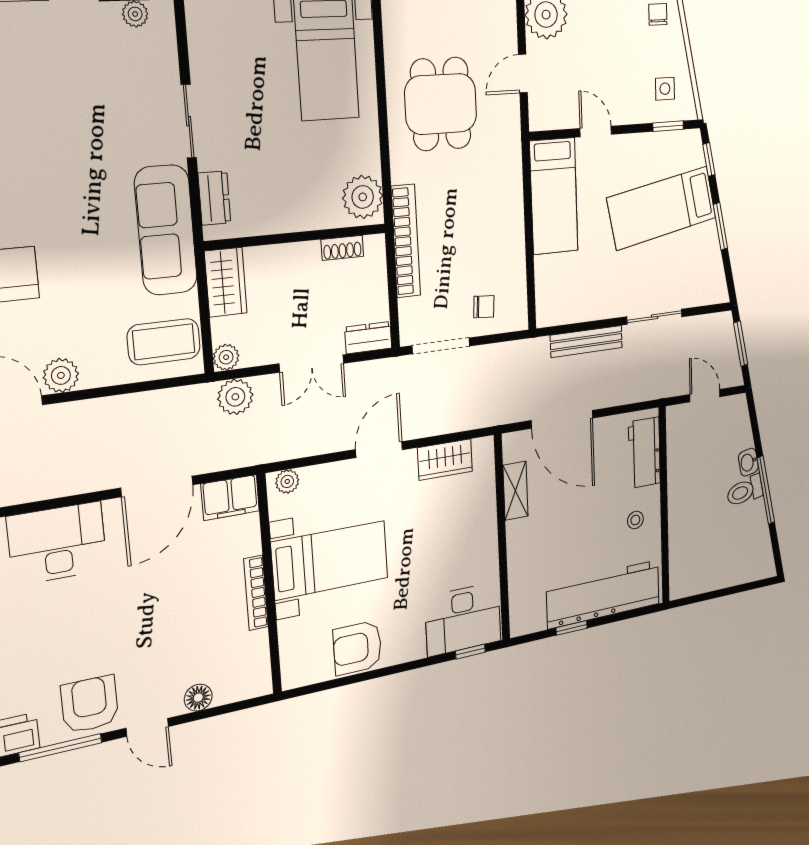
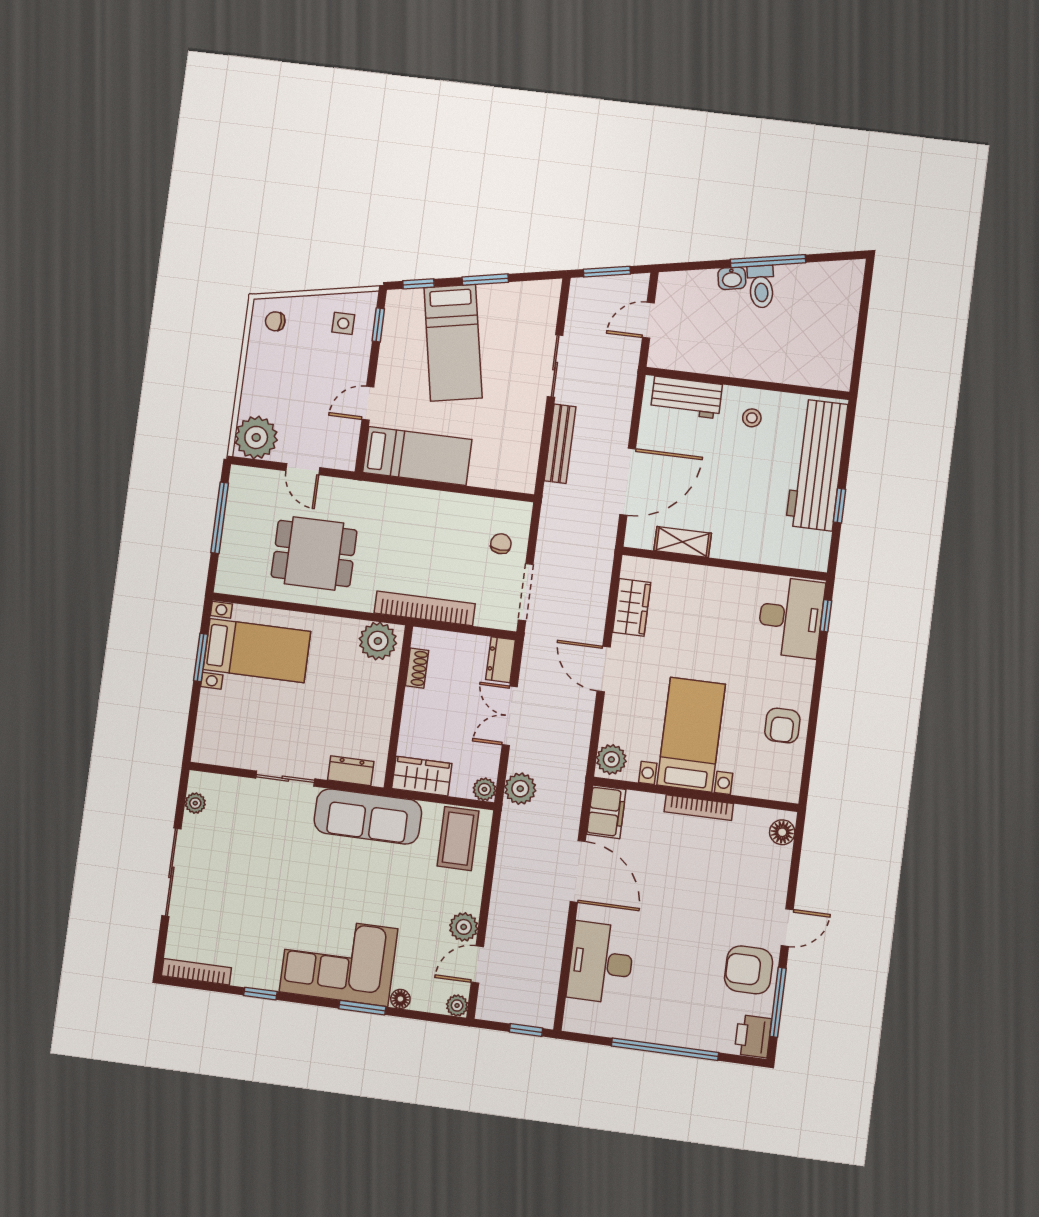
double door: (312, 364) -> (510, 716), swing flipped
plant: (287, 481) -> (611, 759), width x1.38, depth x1.38
armchair: (357, 648) -> (782, 726), width x0.72, depth x0.72
floor lamp: (198, 698) -> (782, 832), moved

